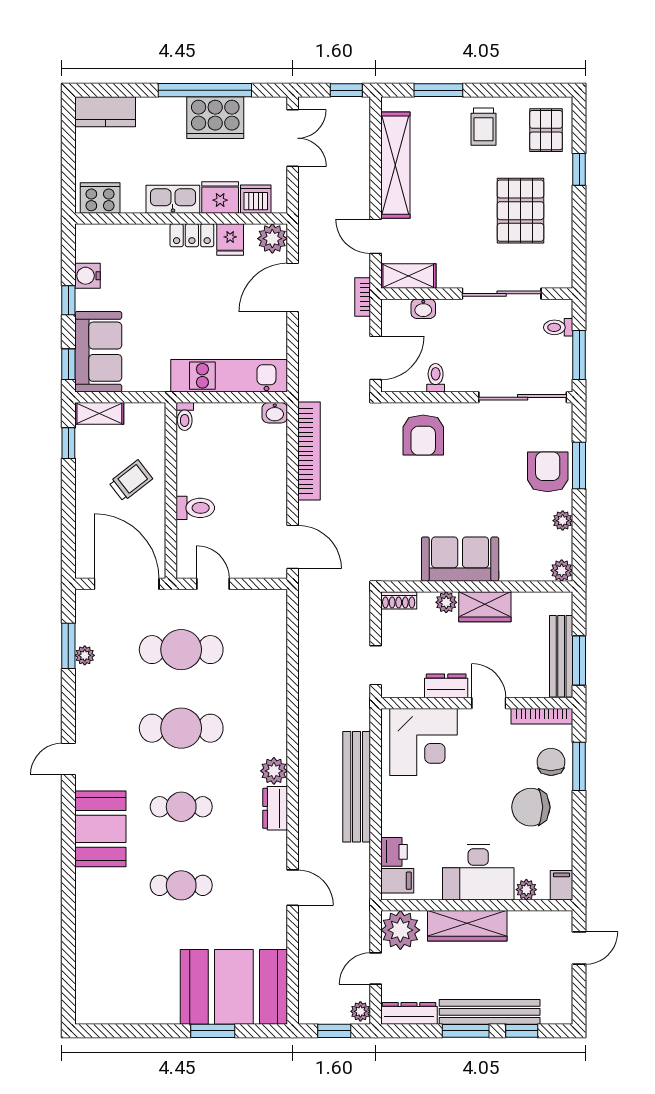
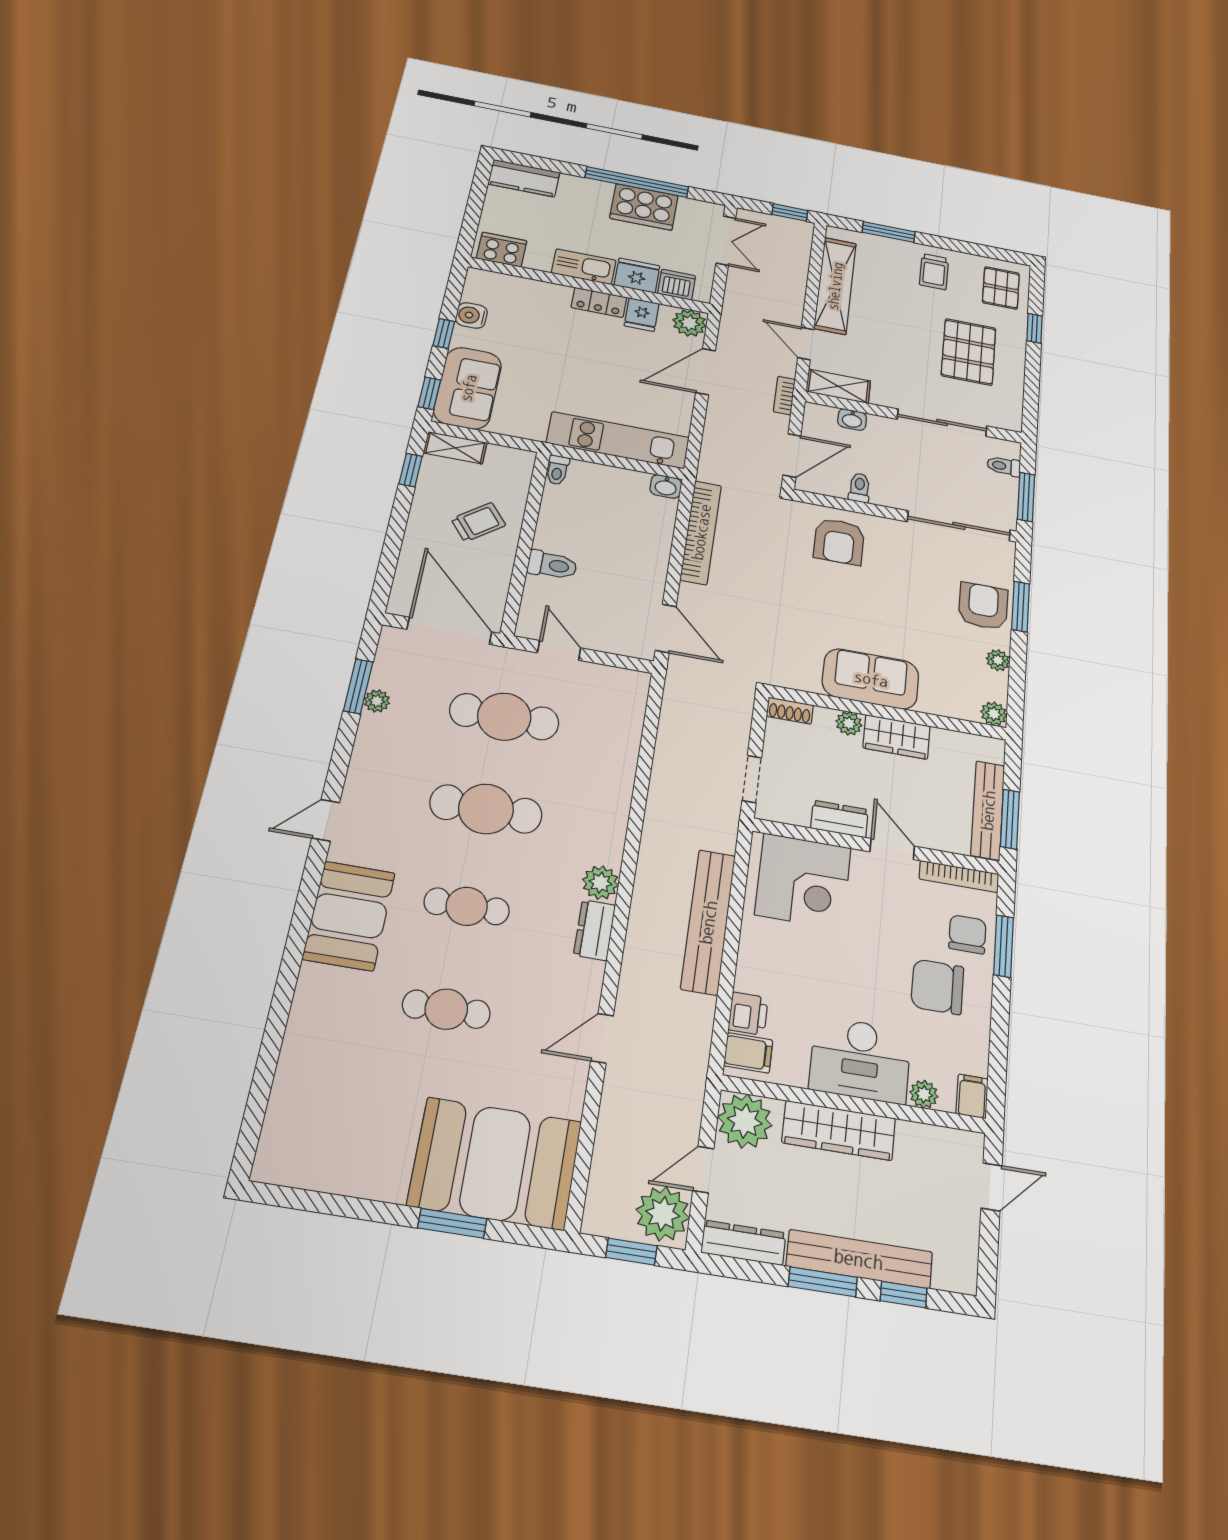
door: (293, 888) -> (602, 1038), swing flipped
plant: (360, 1011) -> (663, 1214), width x1.87, depth x1.87

